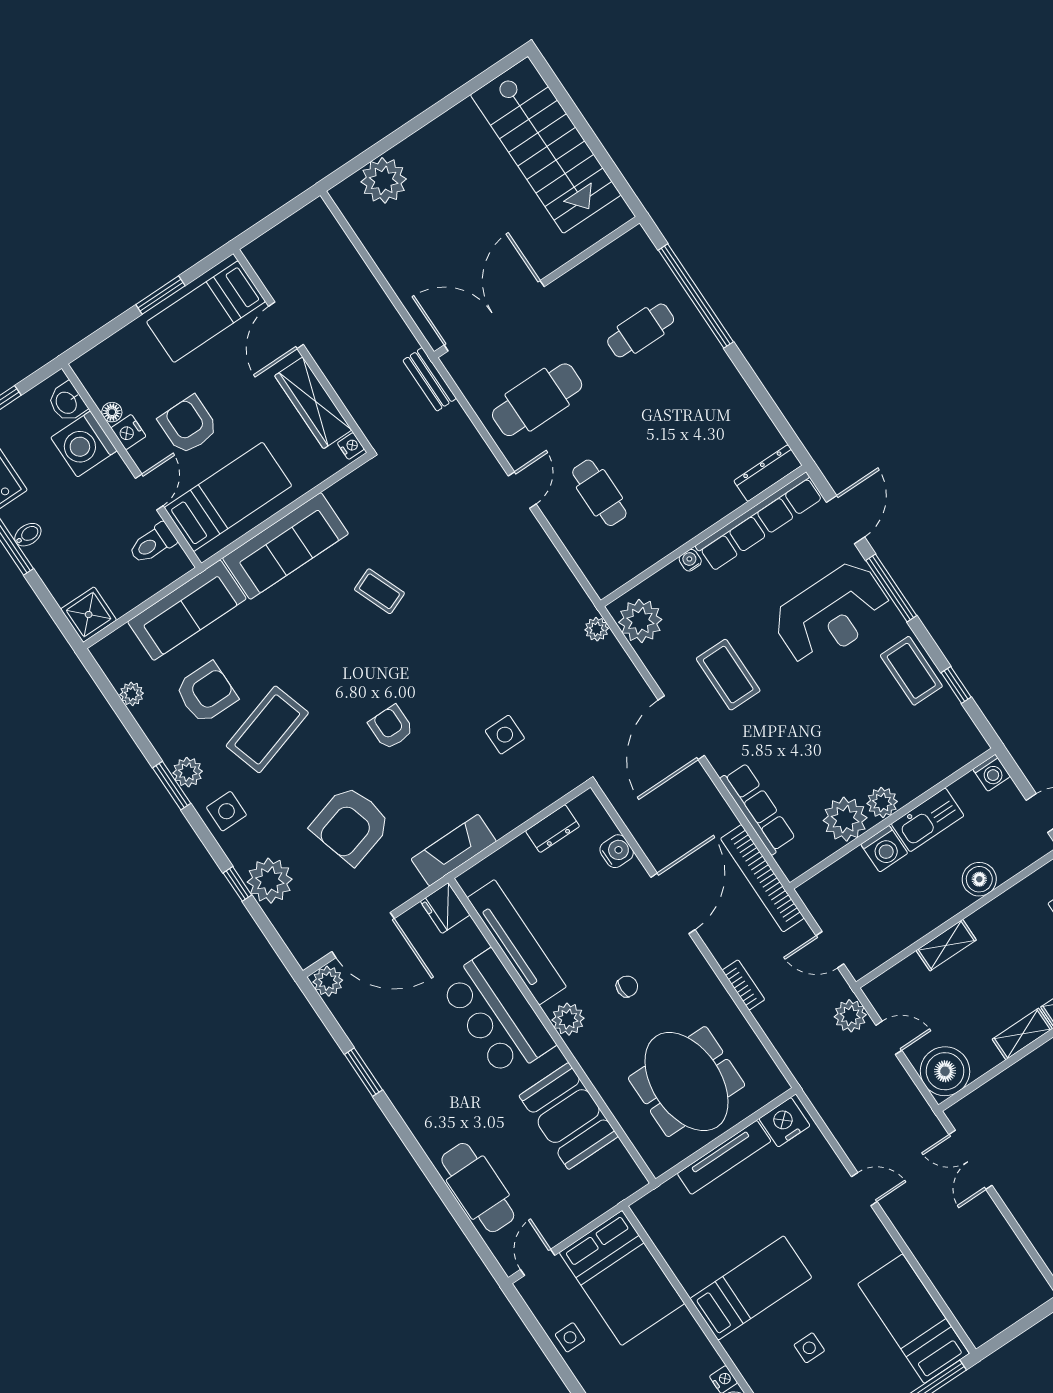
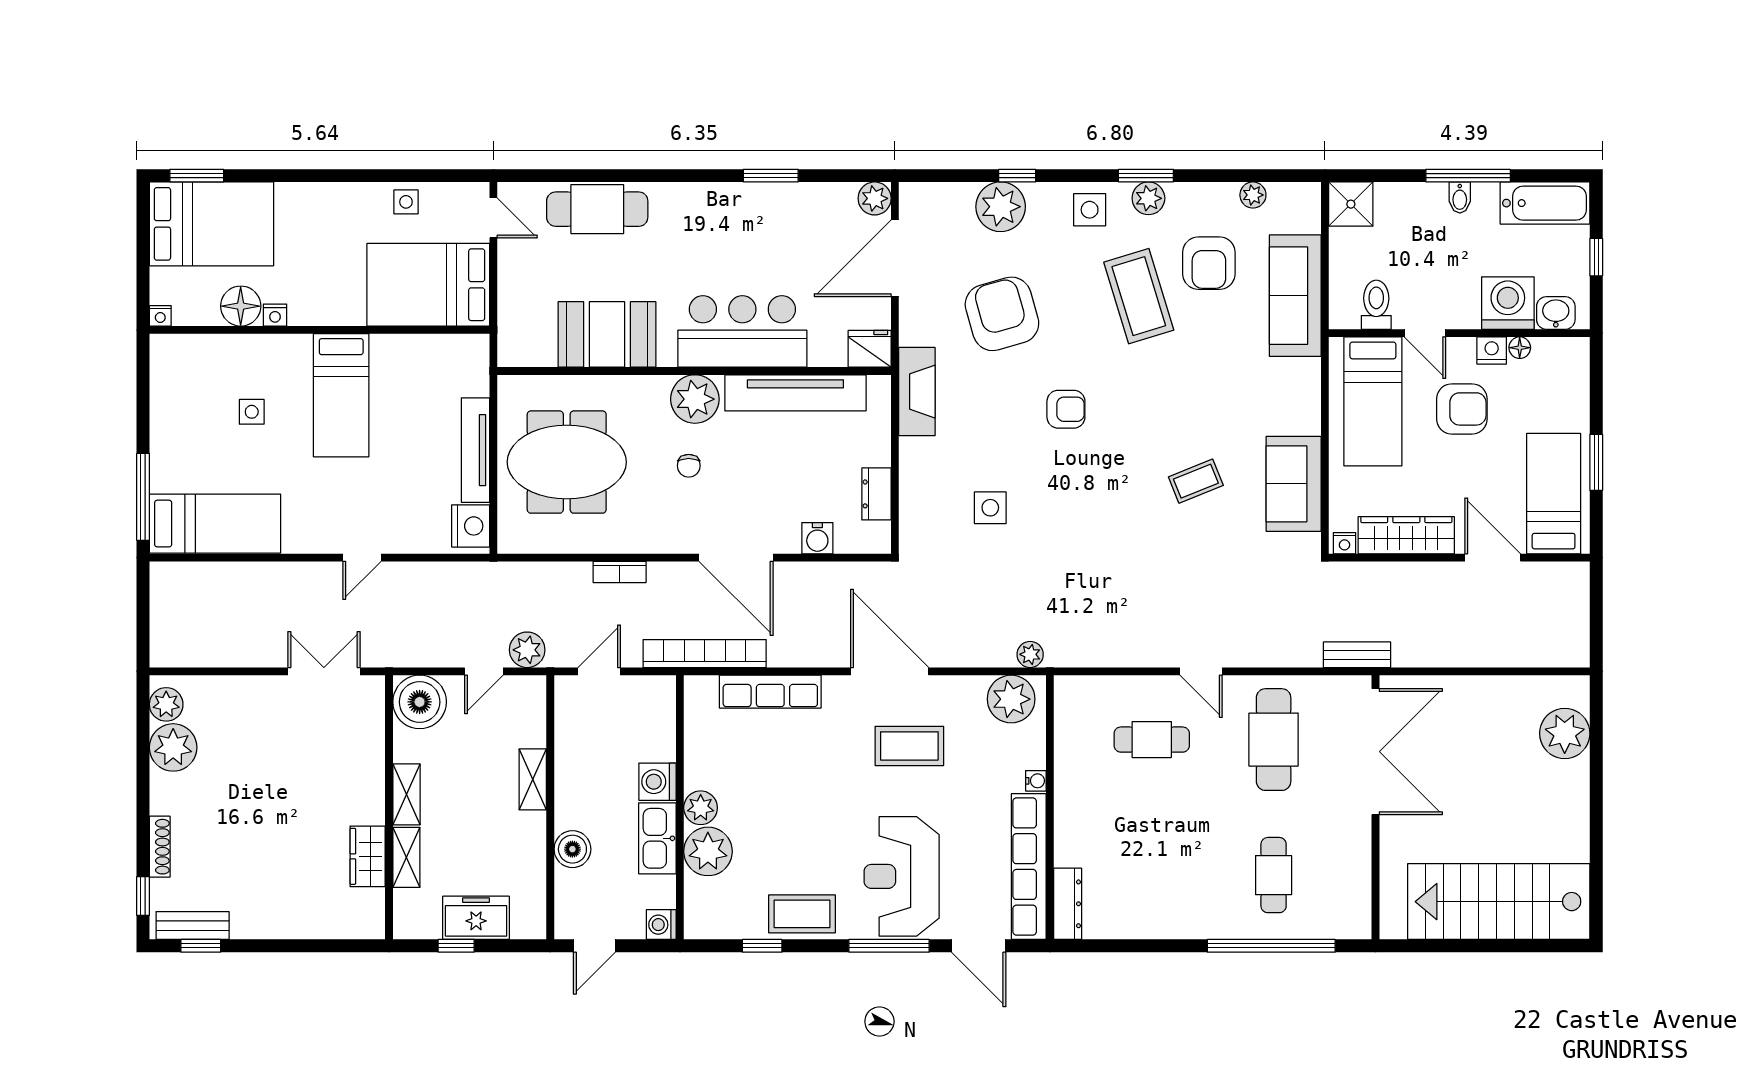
sofa: (285, 546) -> (1294, 484), moved, width x0.73
plant: (845, 819) -> (708, 851), moved
plant: (568, 1019) -> (695, 399), width x1.36, depth x1.36

